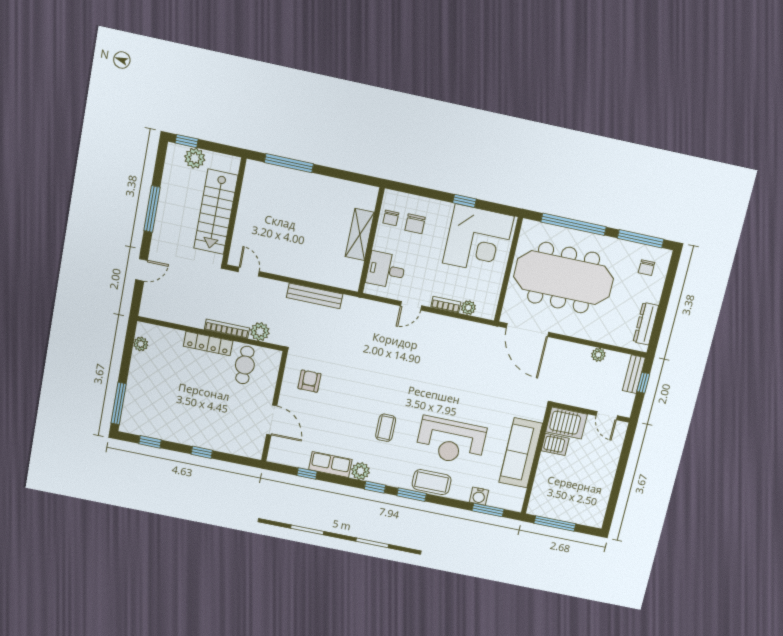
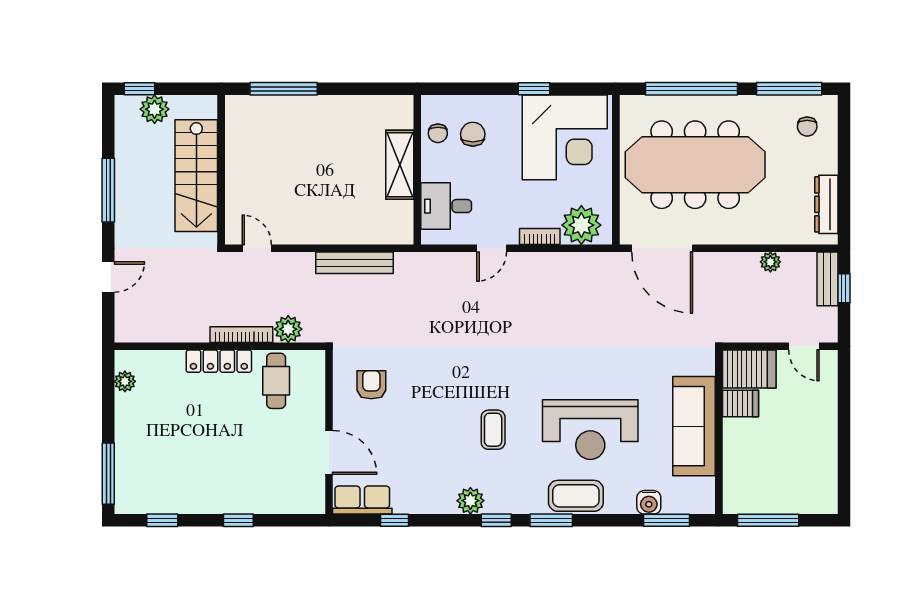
chair: (415, 224) -> (473, 134), turned 180
plant: (468, 308) -> (581, 225), width x1.87, depth x1.87
row of seats: (330, 465) -> (362, 500), moved

